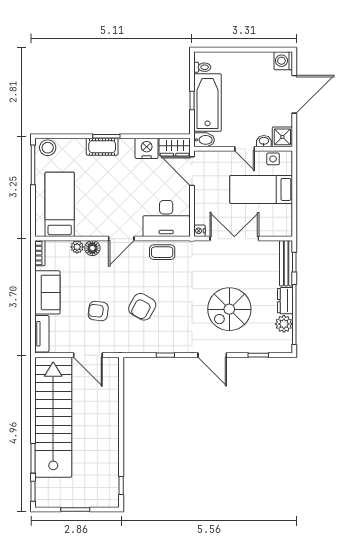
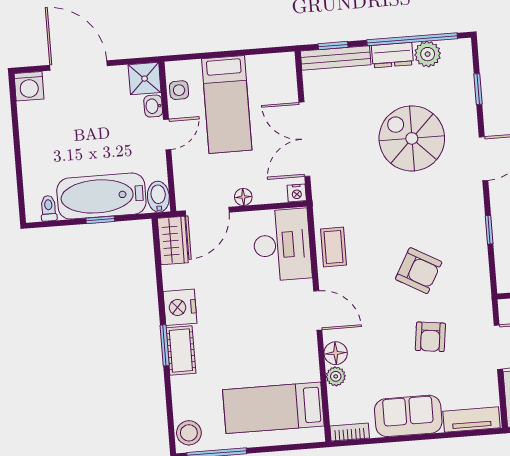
nightstand: (147, 148) -> (180, 307), moved
floor lamp: (200, 196) -> (243, 197), added
spiral stairs: (229, 309) -> (412, 138), turned 180

